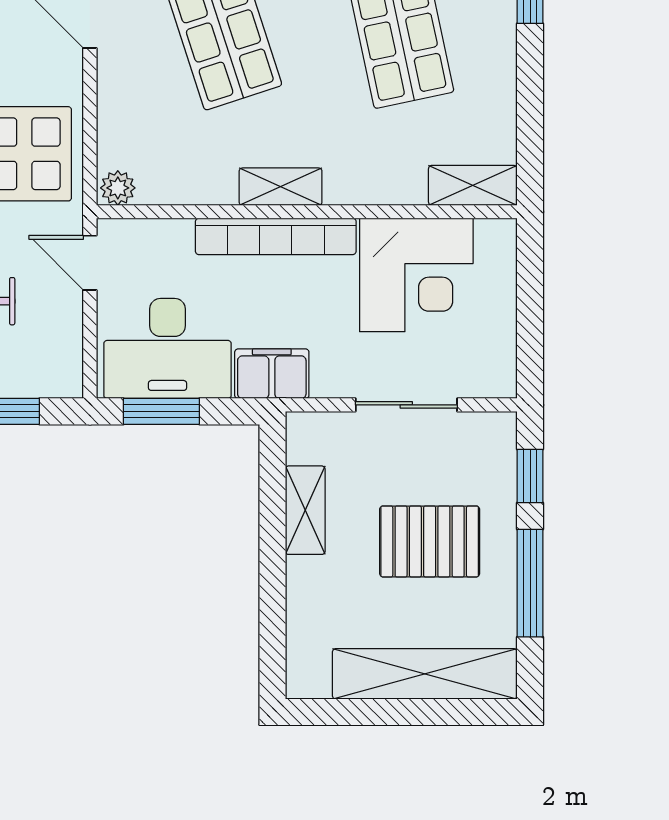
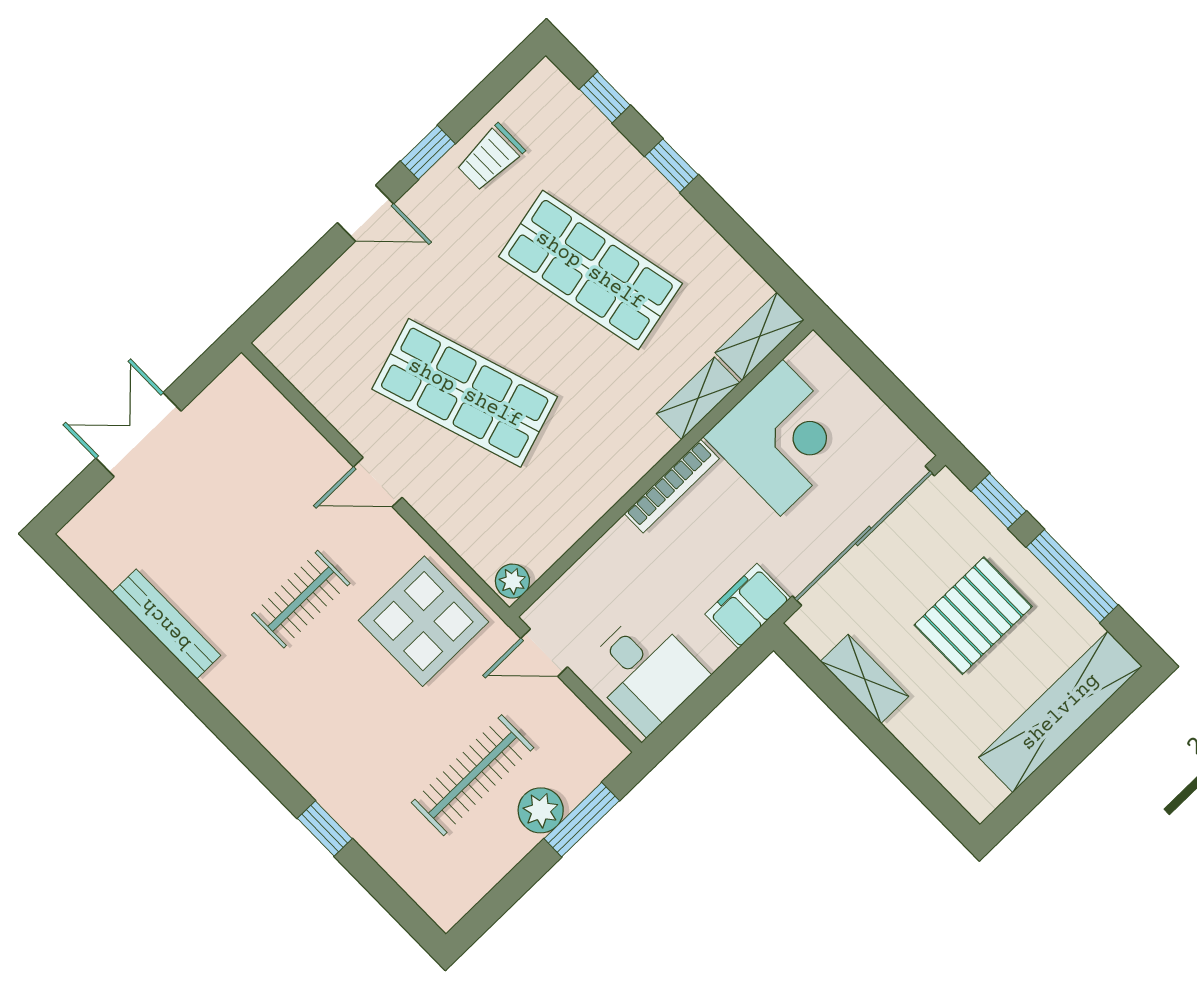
shelving: (281, 187) -> (698, 398), moved
bookcase: (276, 236) -> (672, 486), width x0.68, depth x0.76
desk: (168, 348) -> (645, 672), width x0.73
sliding door: (406, 405) -> (863, 536), width x1.86
window: (161, 411) -> (696, 708), removed

